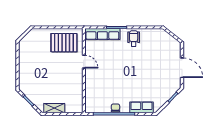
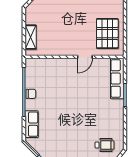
wheelchair: (134, 39) -> (105, 145), moved
shelving: (54, 108) -> (31, 37), moved

